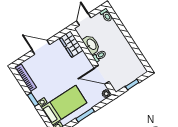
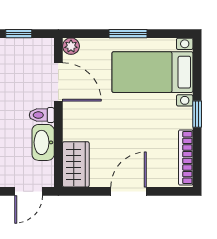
door: (41, 47) -> (129, 191), swing flipped

